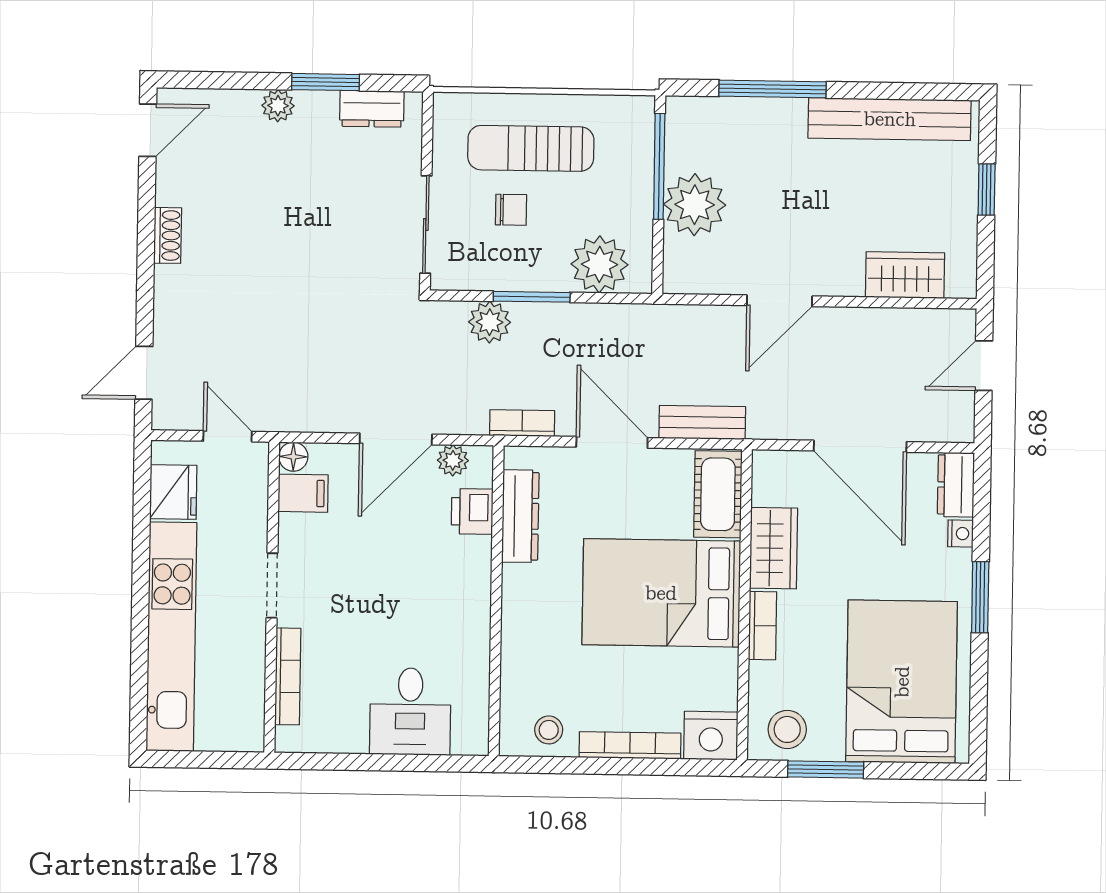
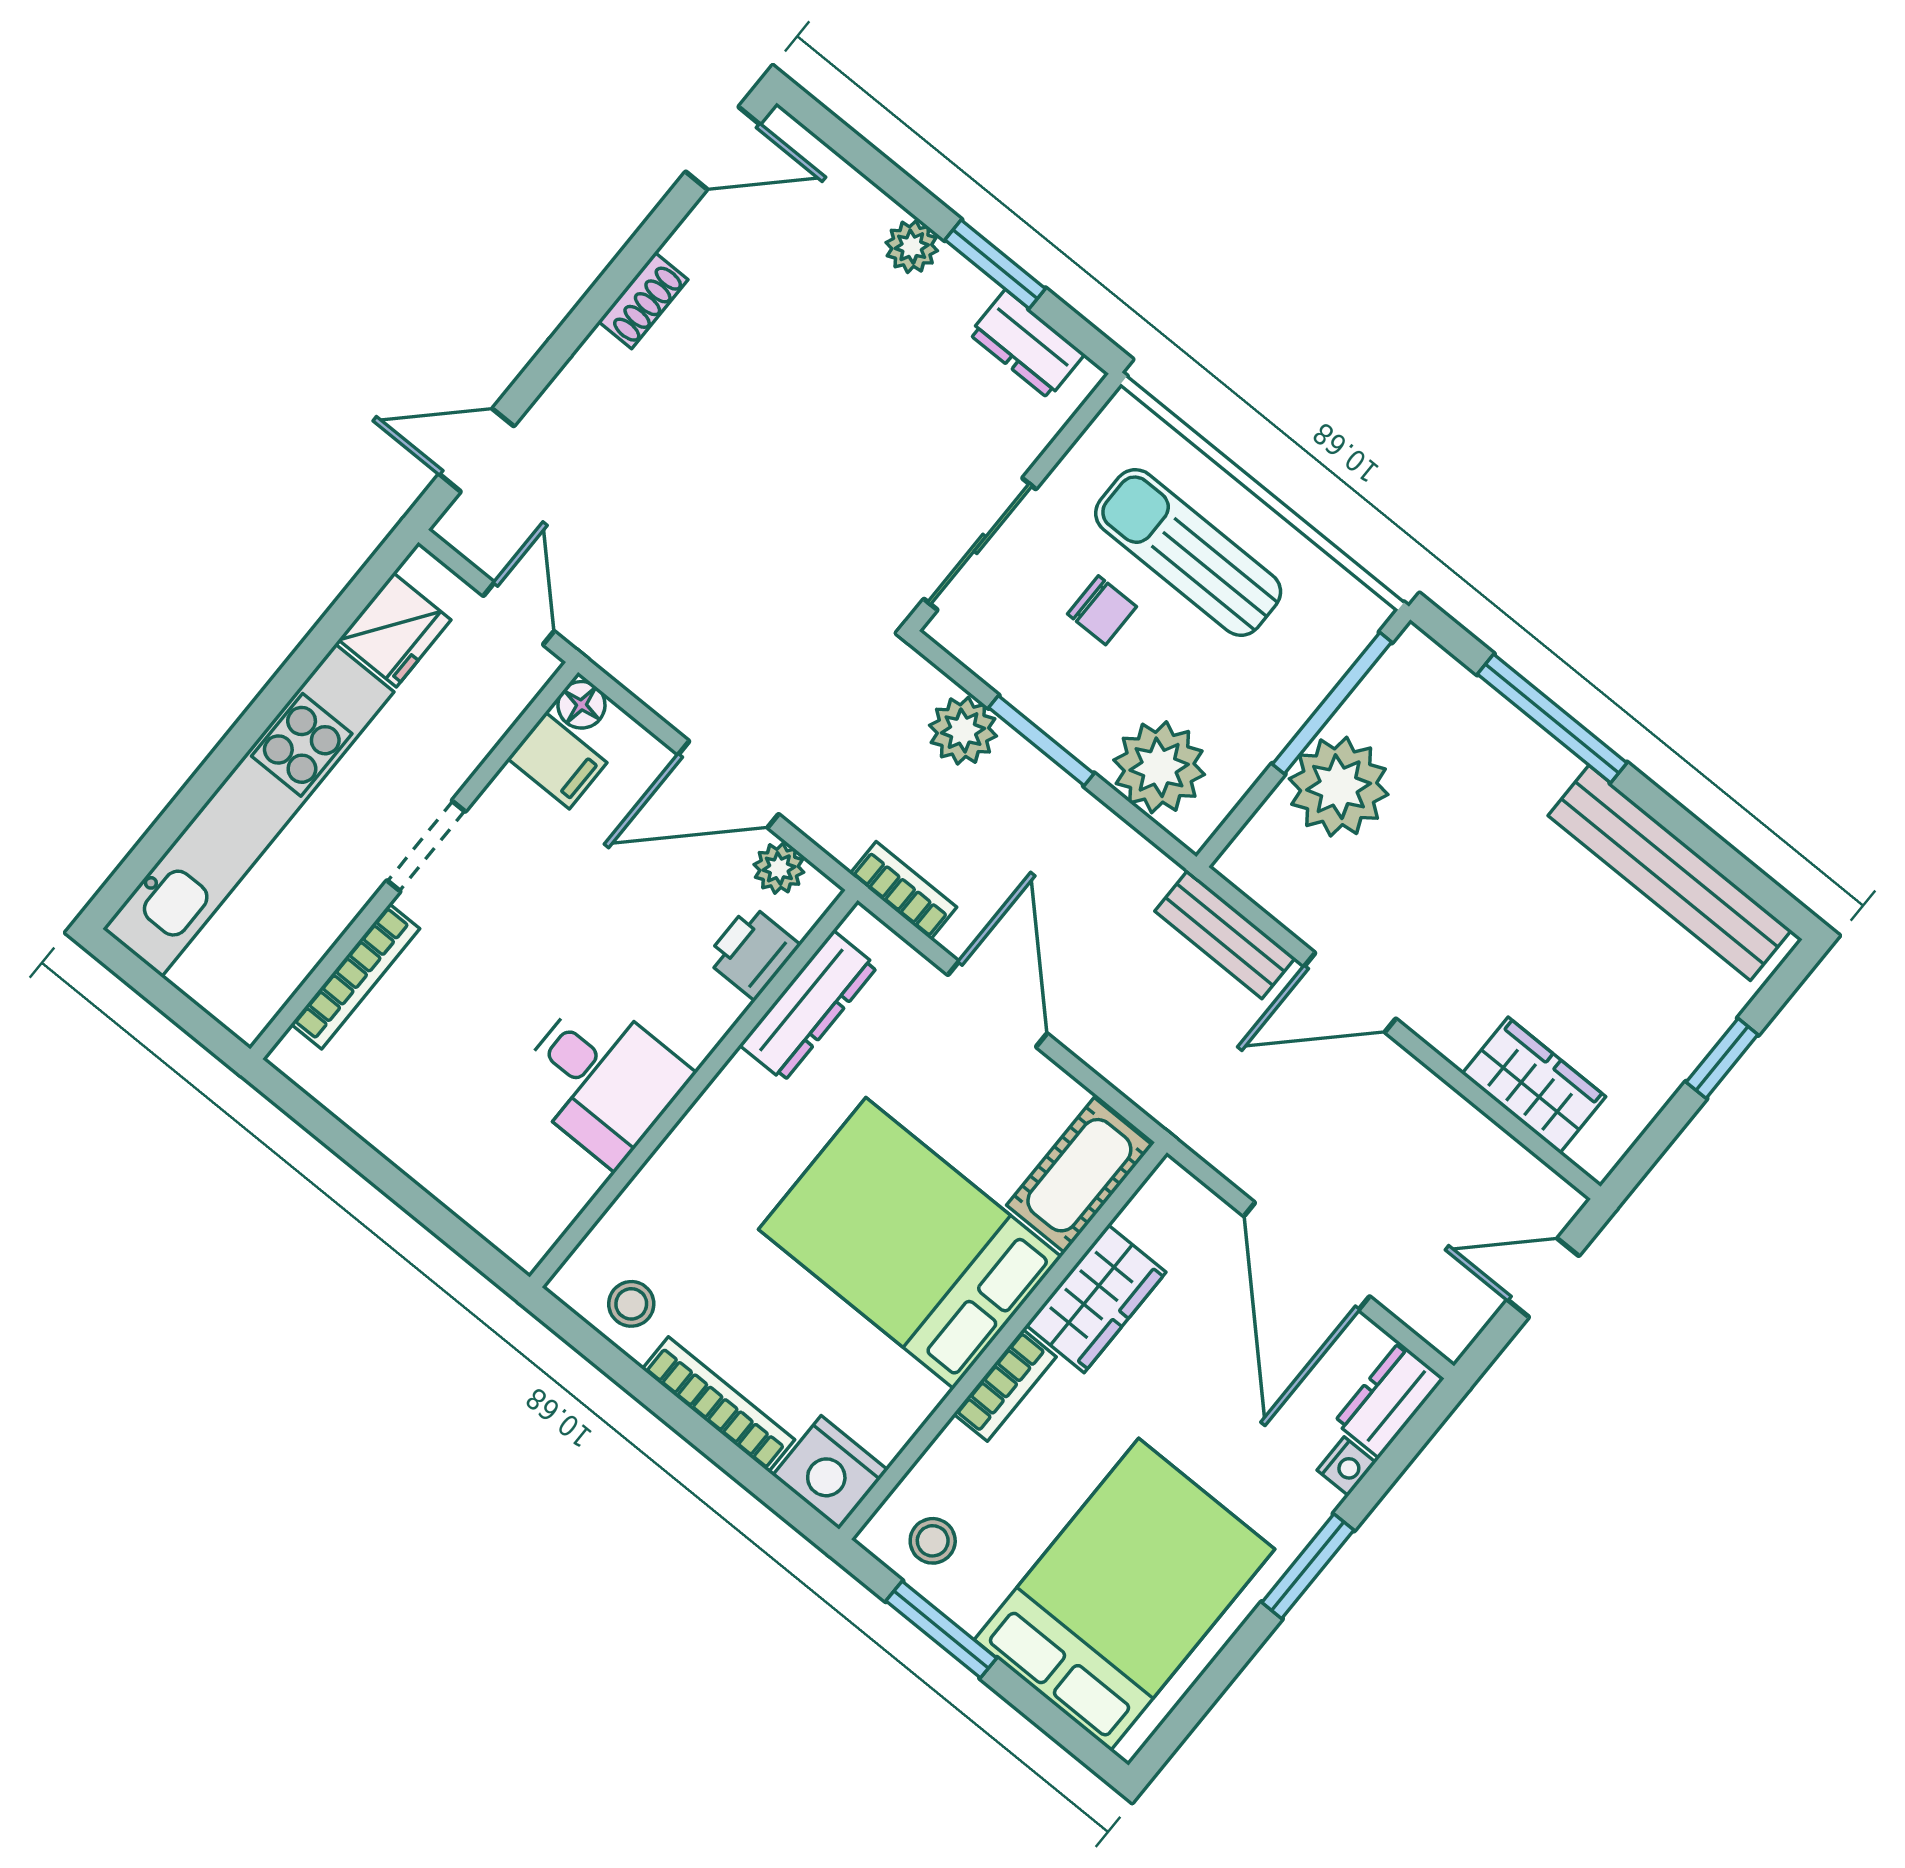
bench: (702, 422) -> (1225, 935), moved
desk: (410, 711) -> (602, 1079), moved, turned -90
stool: (787, 729) -> (933, 1541), width x0.73, depth x0.73

